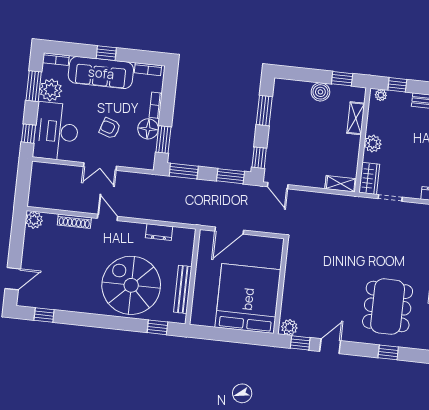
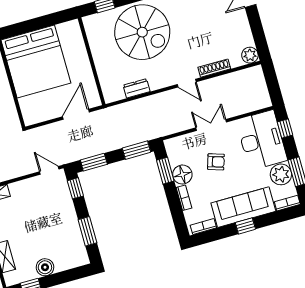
bench: (183, 289) -> (96, 47), removed

